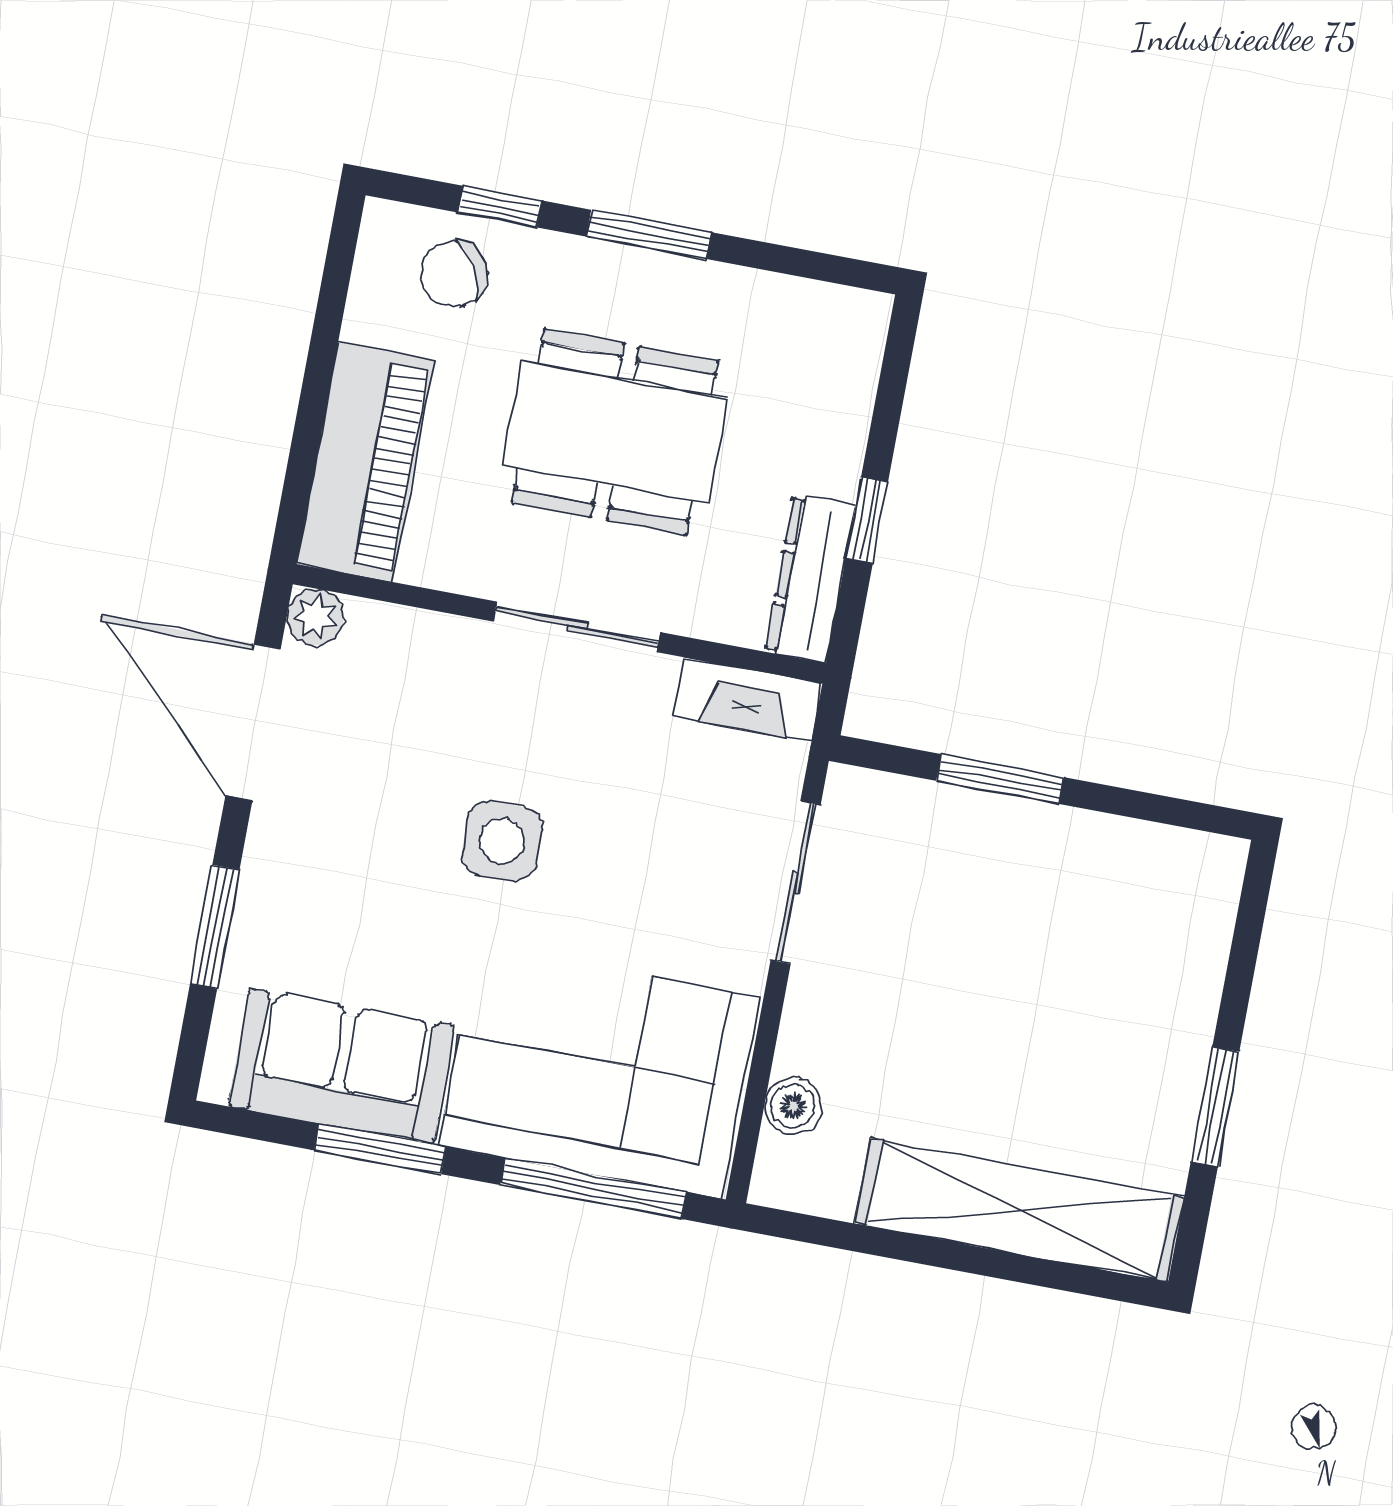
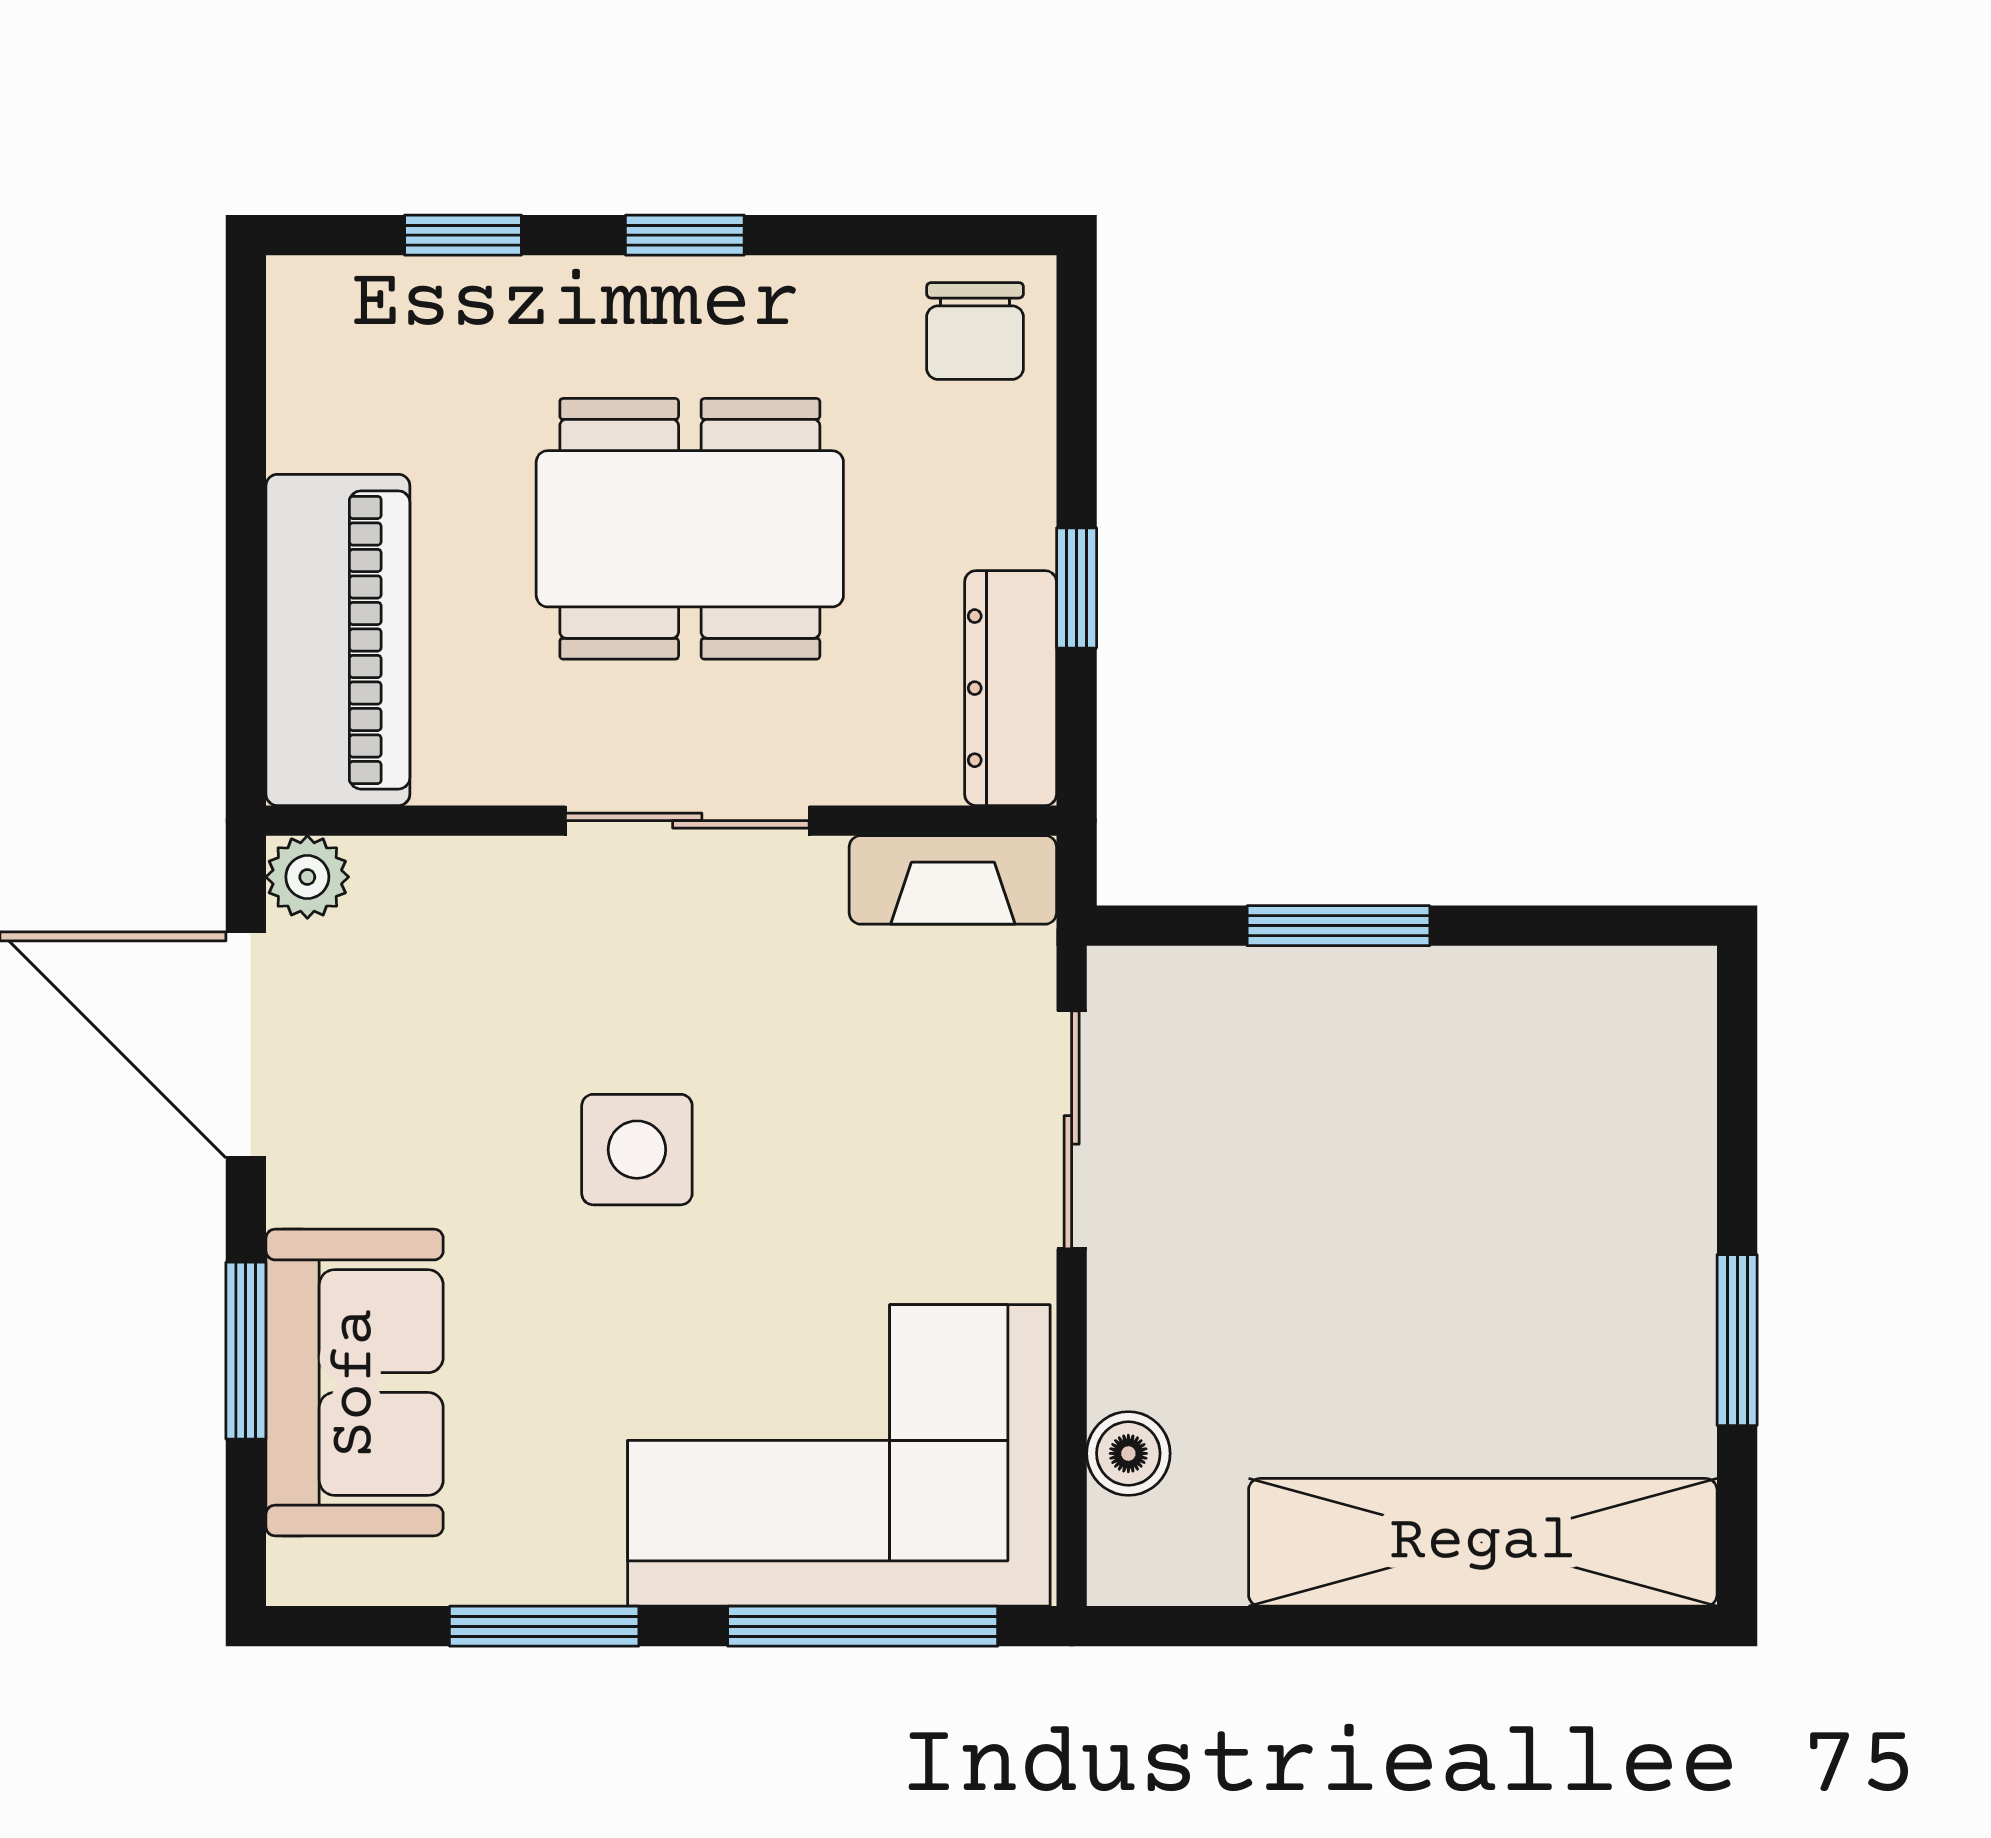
window: (649, 234) -> (685, 235), width x0.67
chair: (454, 274) -> (975, 331), moved, turned -60
sofa: (341, 1066) -> (355, 1383), moved, turned 90

